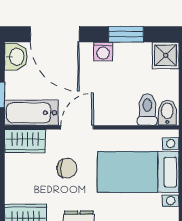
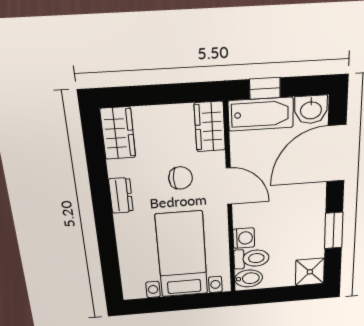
washing machine: (103, 52) -> (244, 238), moved, turned 180
bathtub: (31, 113) -> (261, 114), moved, turned 90
chair: (67, 168) -> (181, 178), turned -90

